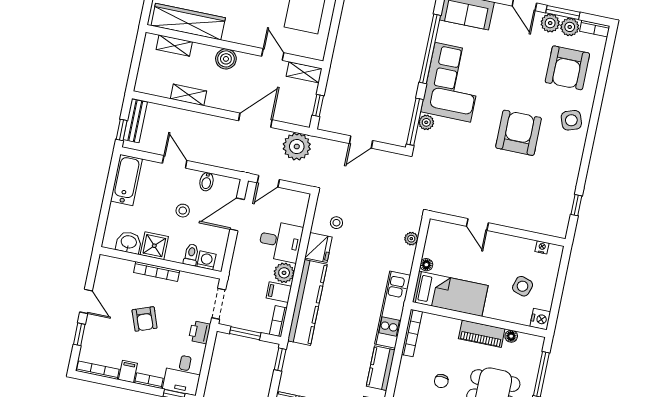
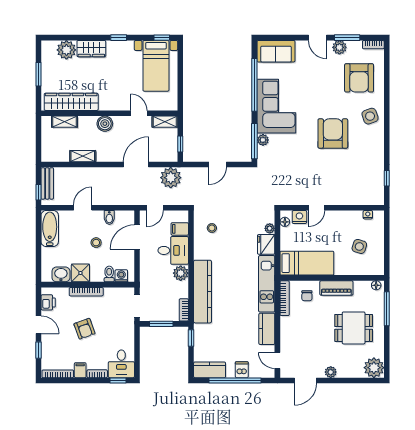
plant: (570, 27) -> (354, 47), removed
door: (175, 162) -> (83, 208), hinge flipped
door: (477, 225) -> (316, 208), hinge flipped
fridge: (318, 247) -> (266, 244), moved, turned 180
floor lamp: (426, 265) -> (285, 222), moved
filing cabinet: (279, 292) -> (180, 229), moved
nightstand: (540, 319) -> (299, 217), moved, turned -90
printer: (200, 332) -> (48, 302), moved, turned 180
floor lamp: (511, 336) -> (376, 285), moved
chair: (441, 381) -> (307, 296), moved

